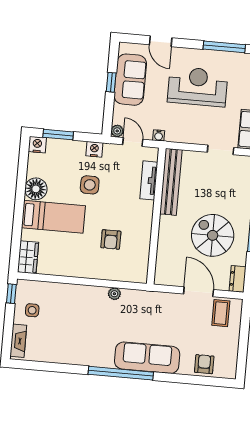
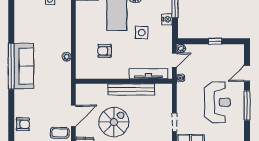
window: (224, 47) -> (247, 105), moved
sofa: (130, 80) -> (218, 54), removed
nightstand: (94, 149) -> (167, 19), moved
tv unit: (149, 180) -> (148, 74), width x1.41
bench: (171, 182) -> (131, 89), moved
sofa: (147, 358) -> (24, 66), moved

